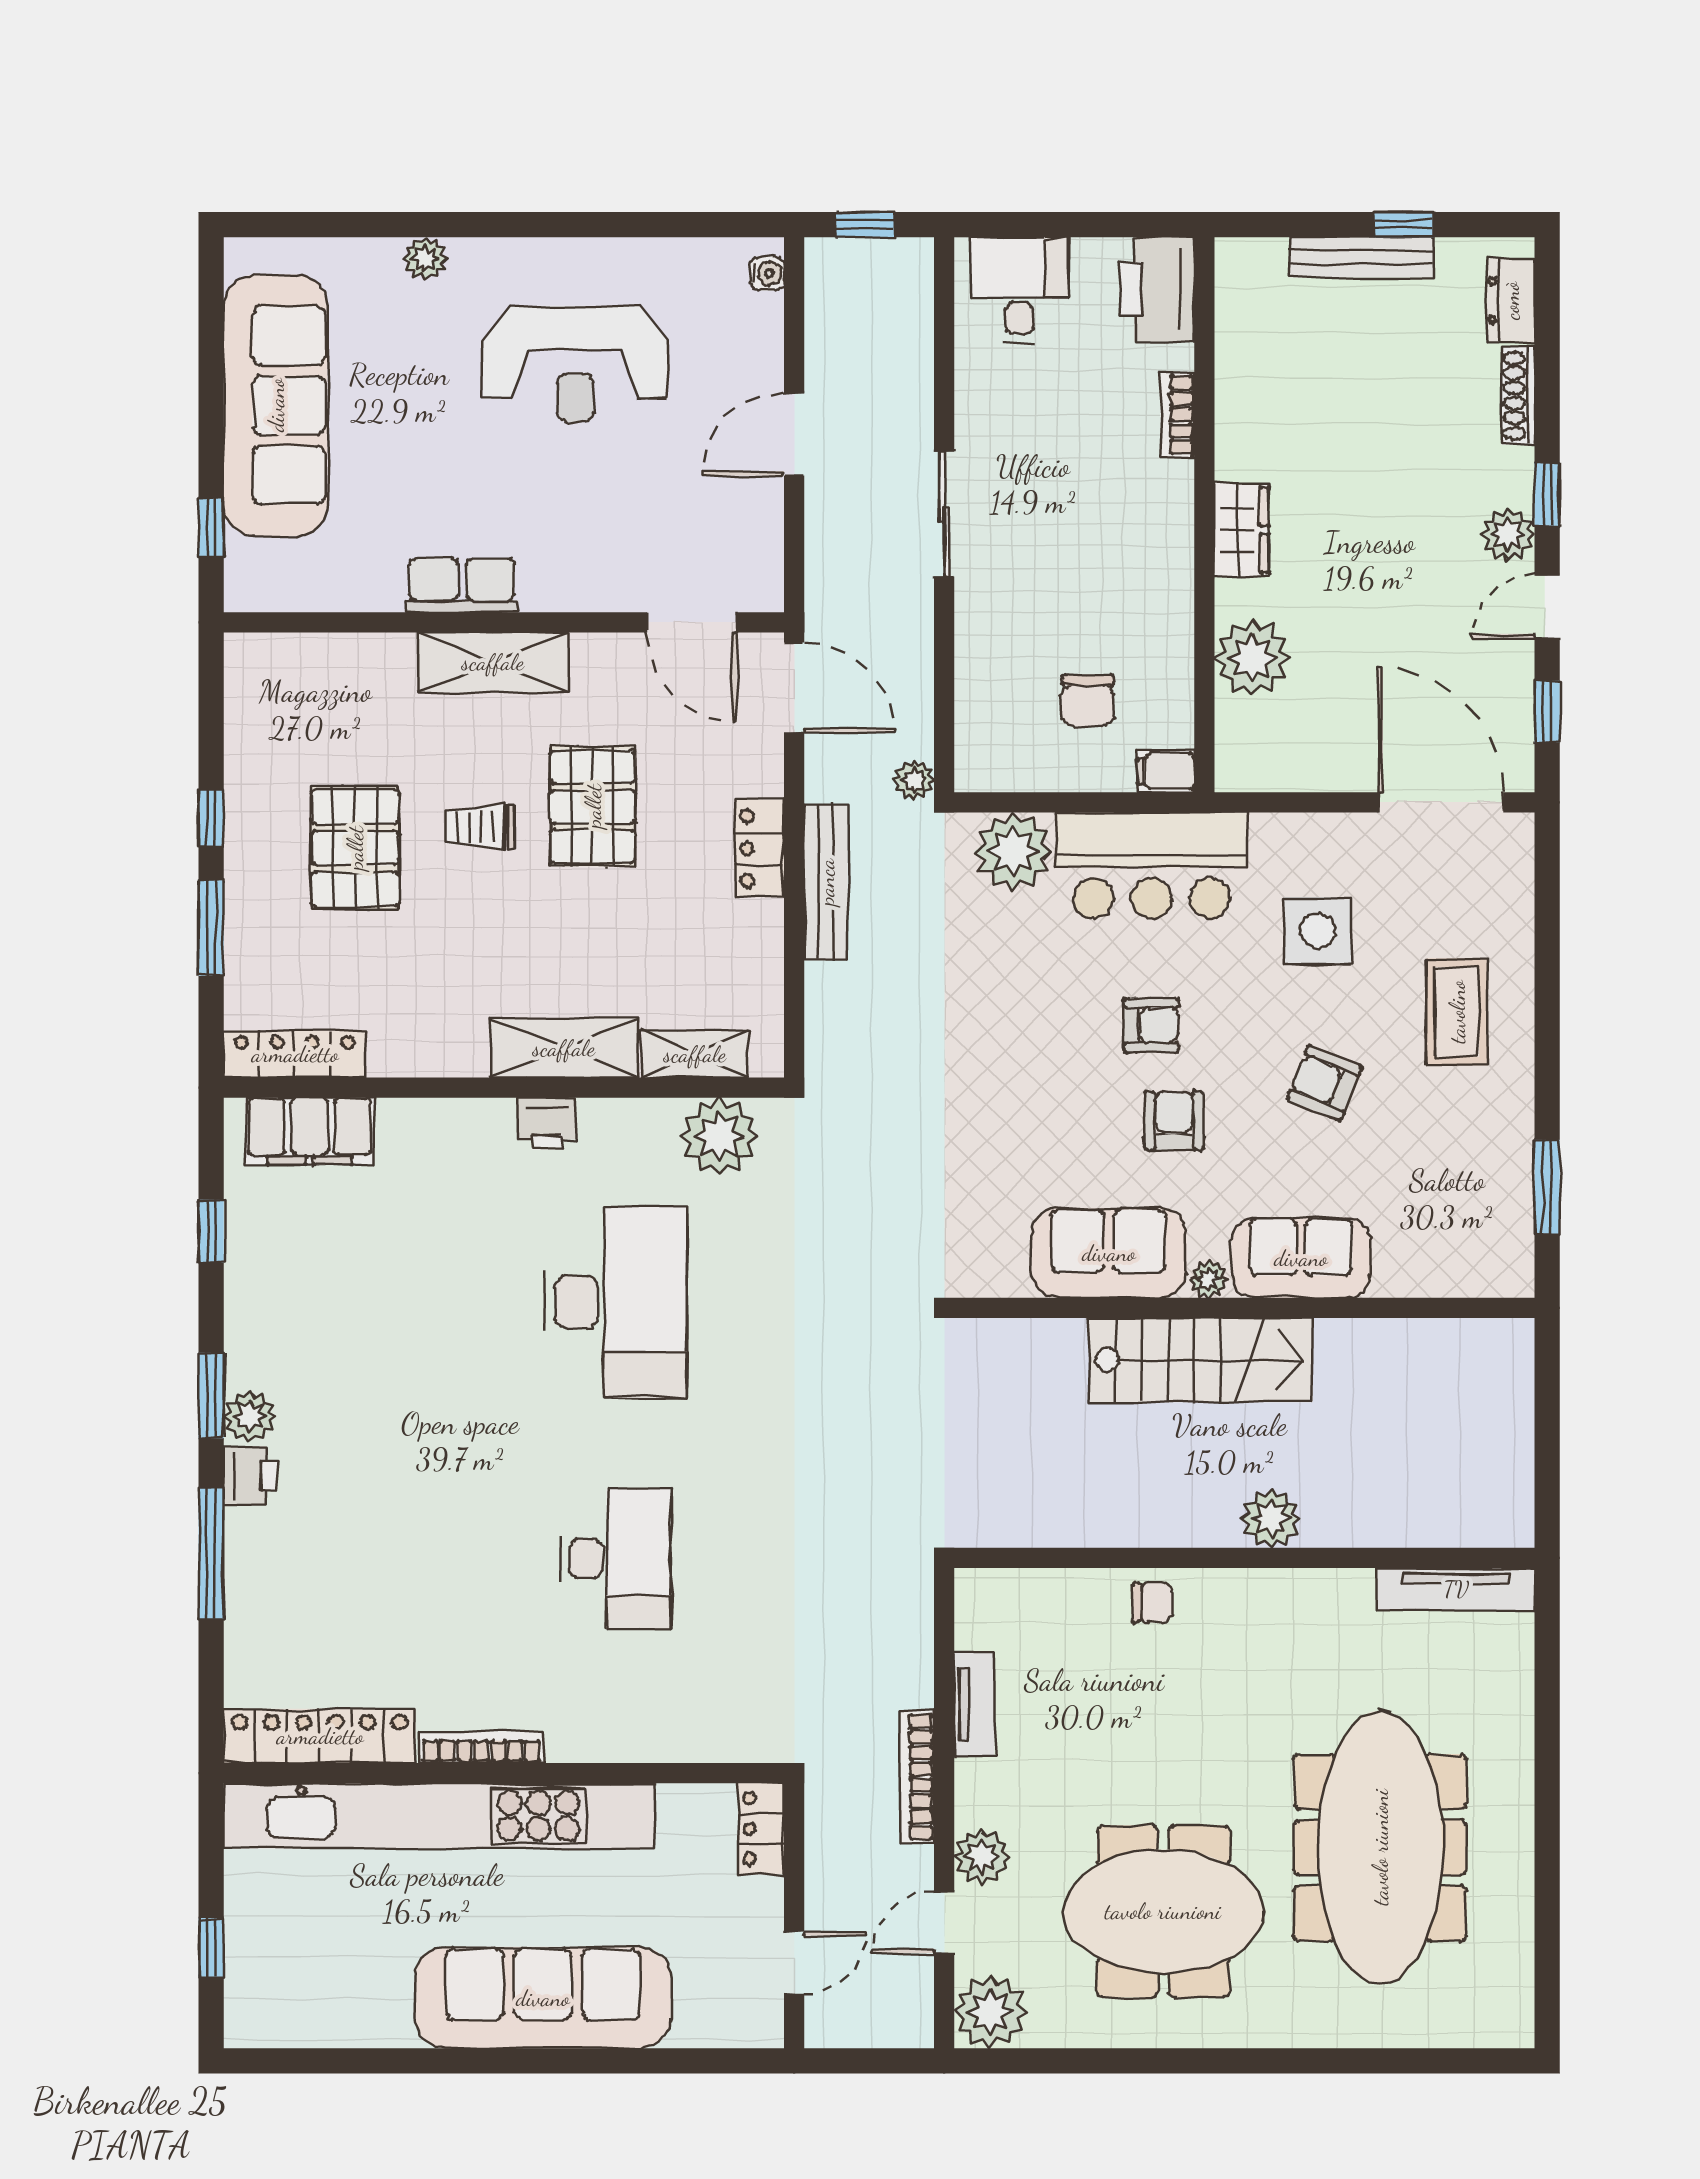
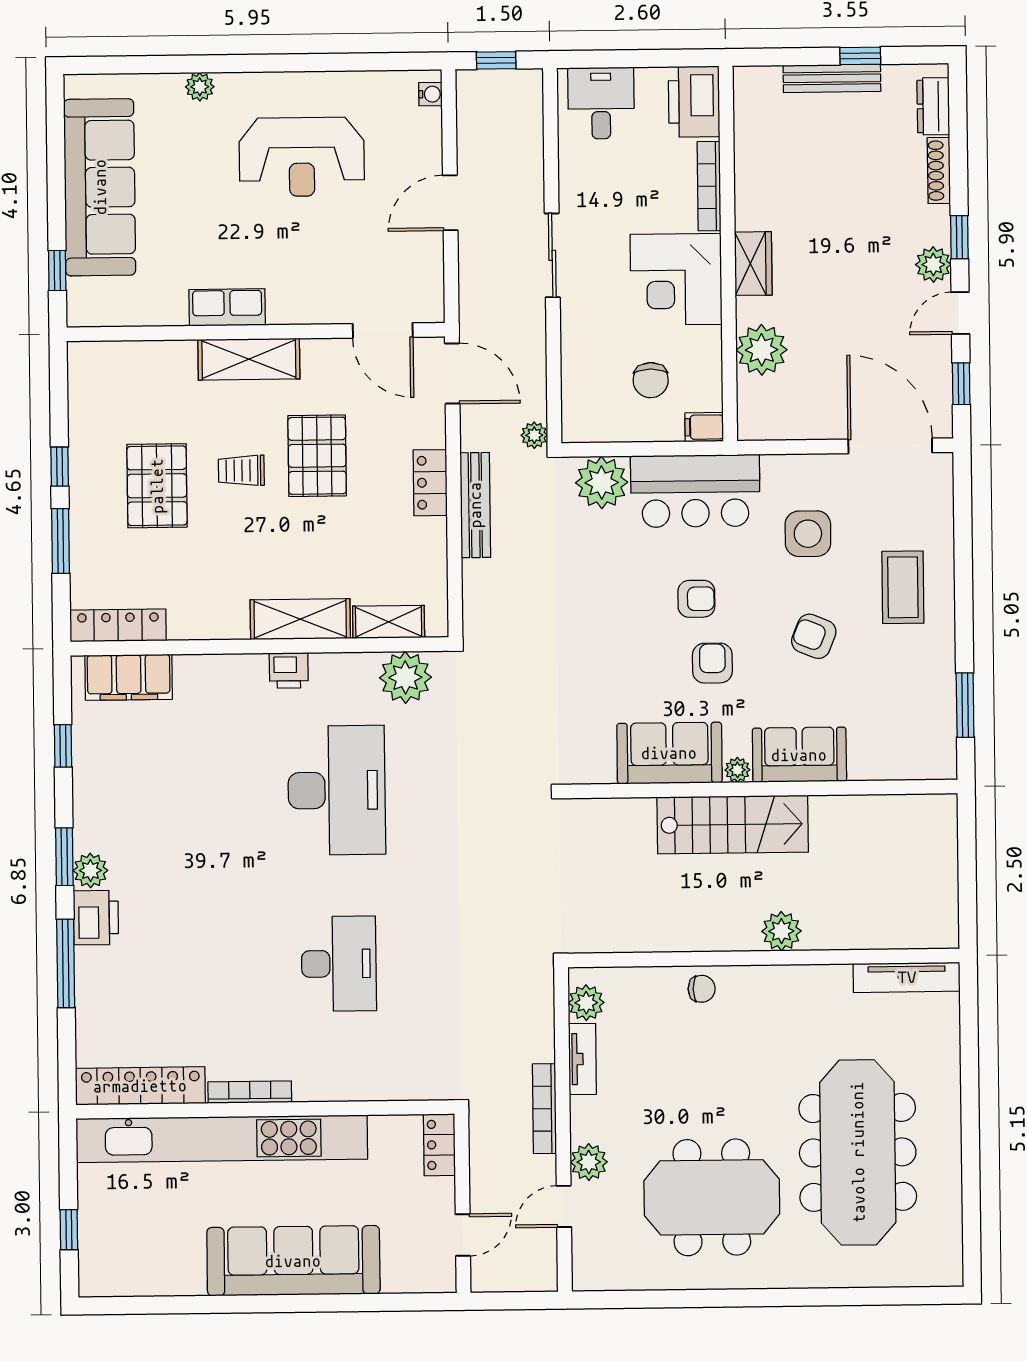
bookcase: (1177, 415) -> (709, 186), width x1.56
corner desk: (1127, 552) -> (676, 279), added
printer: (250, 1476) -> (96, 918), width x1.36, depth x1.24
plant: (991, 2012) -> (586, 1003), moved, width x0.73, depth x0.73

